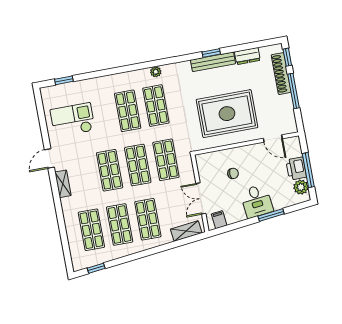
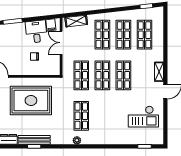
shop shelf: (128, 111) -> (102, 116), removed
double door: (201, 198) -> (61, 43), swing flipped
desk: (257, 201) -> (36, 32), moved

